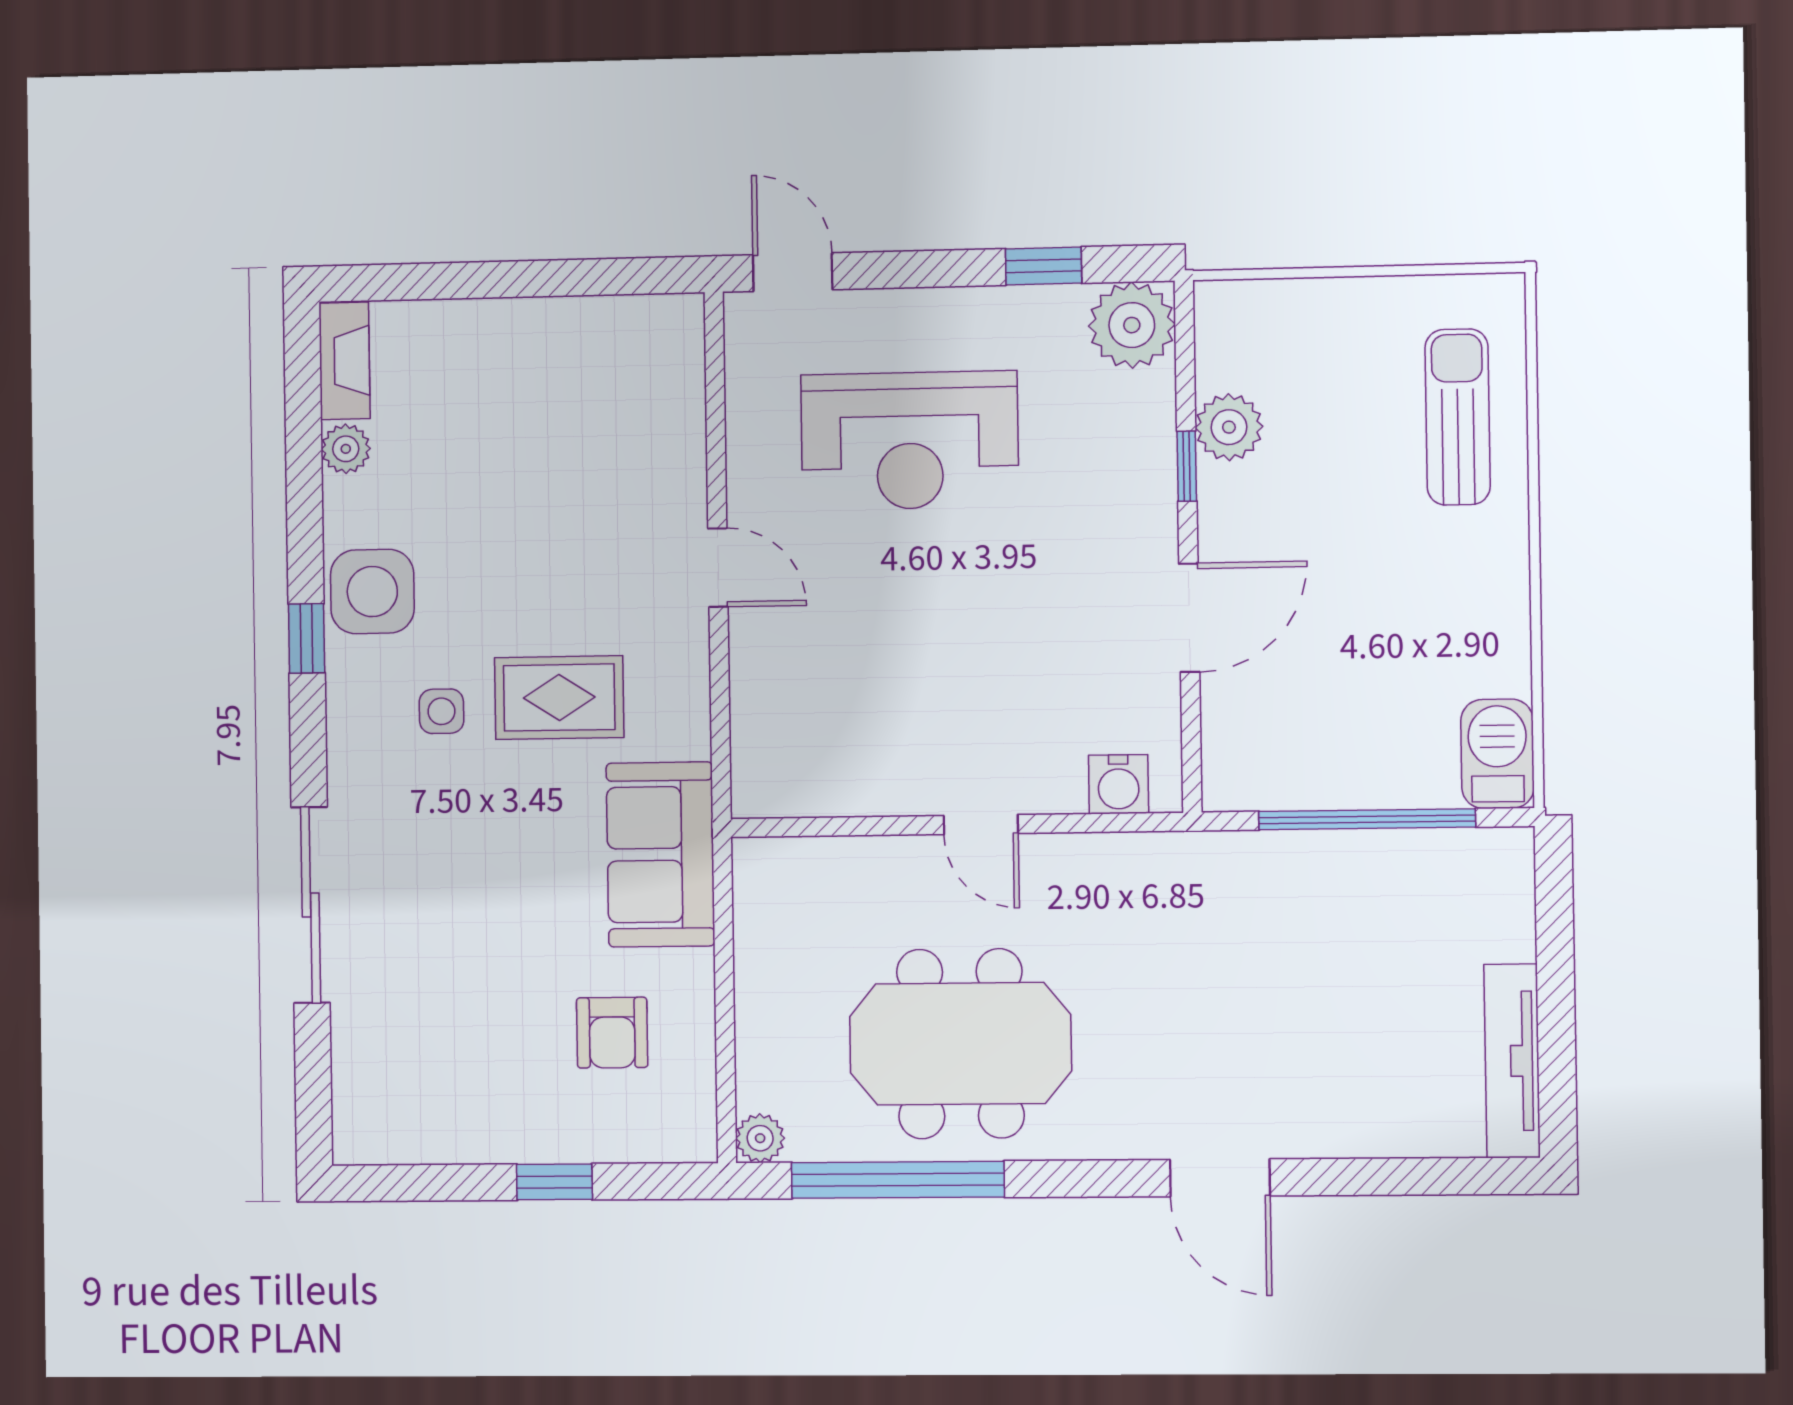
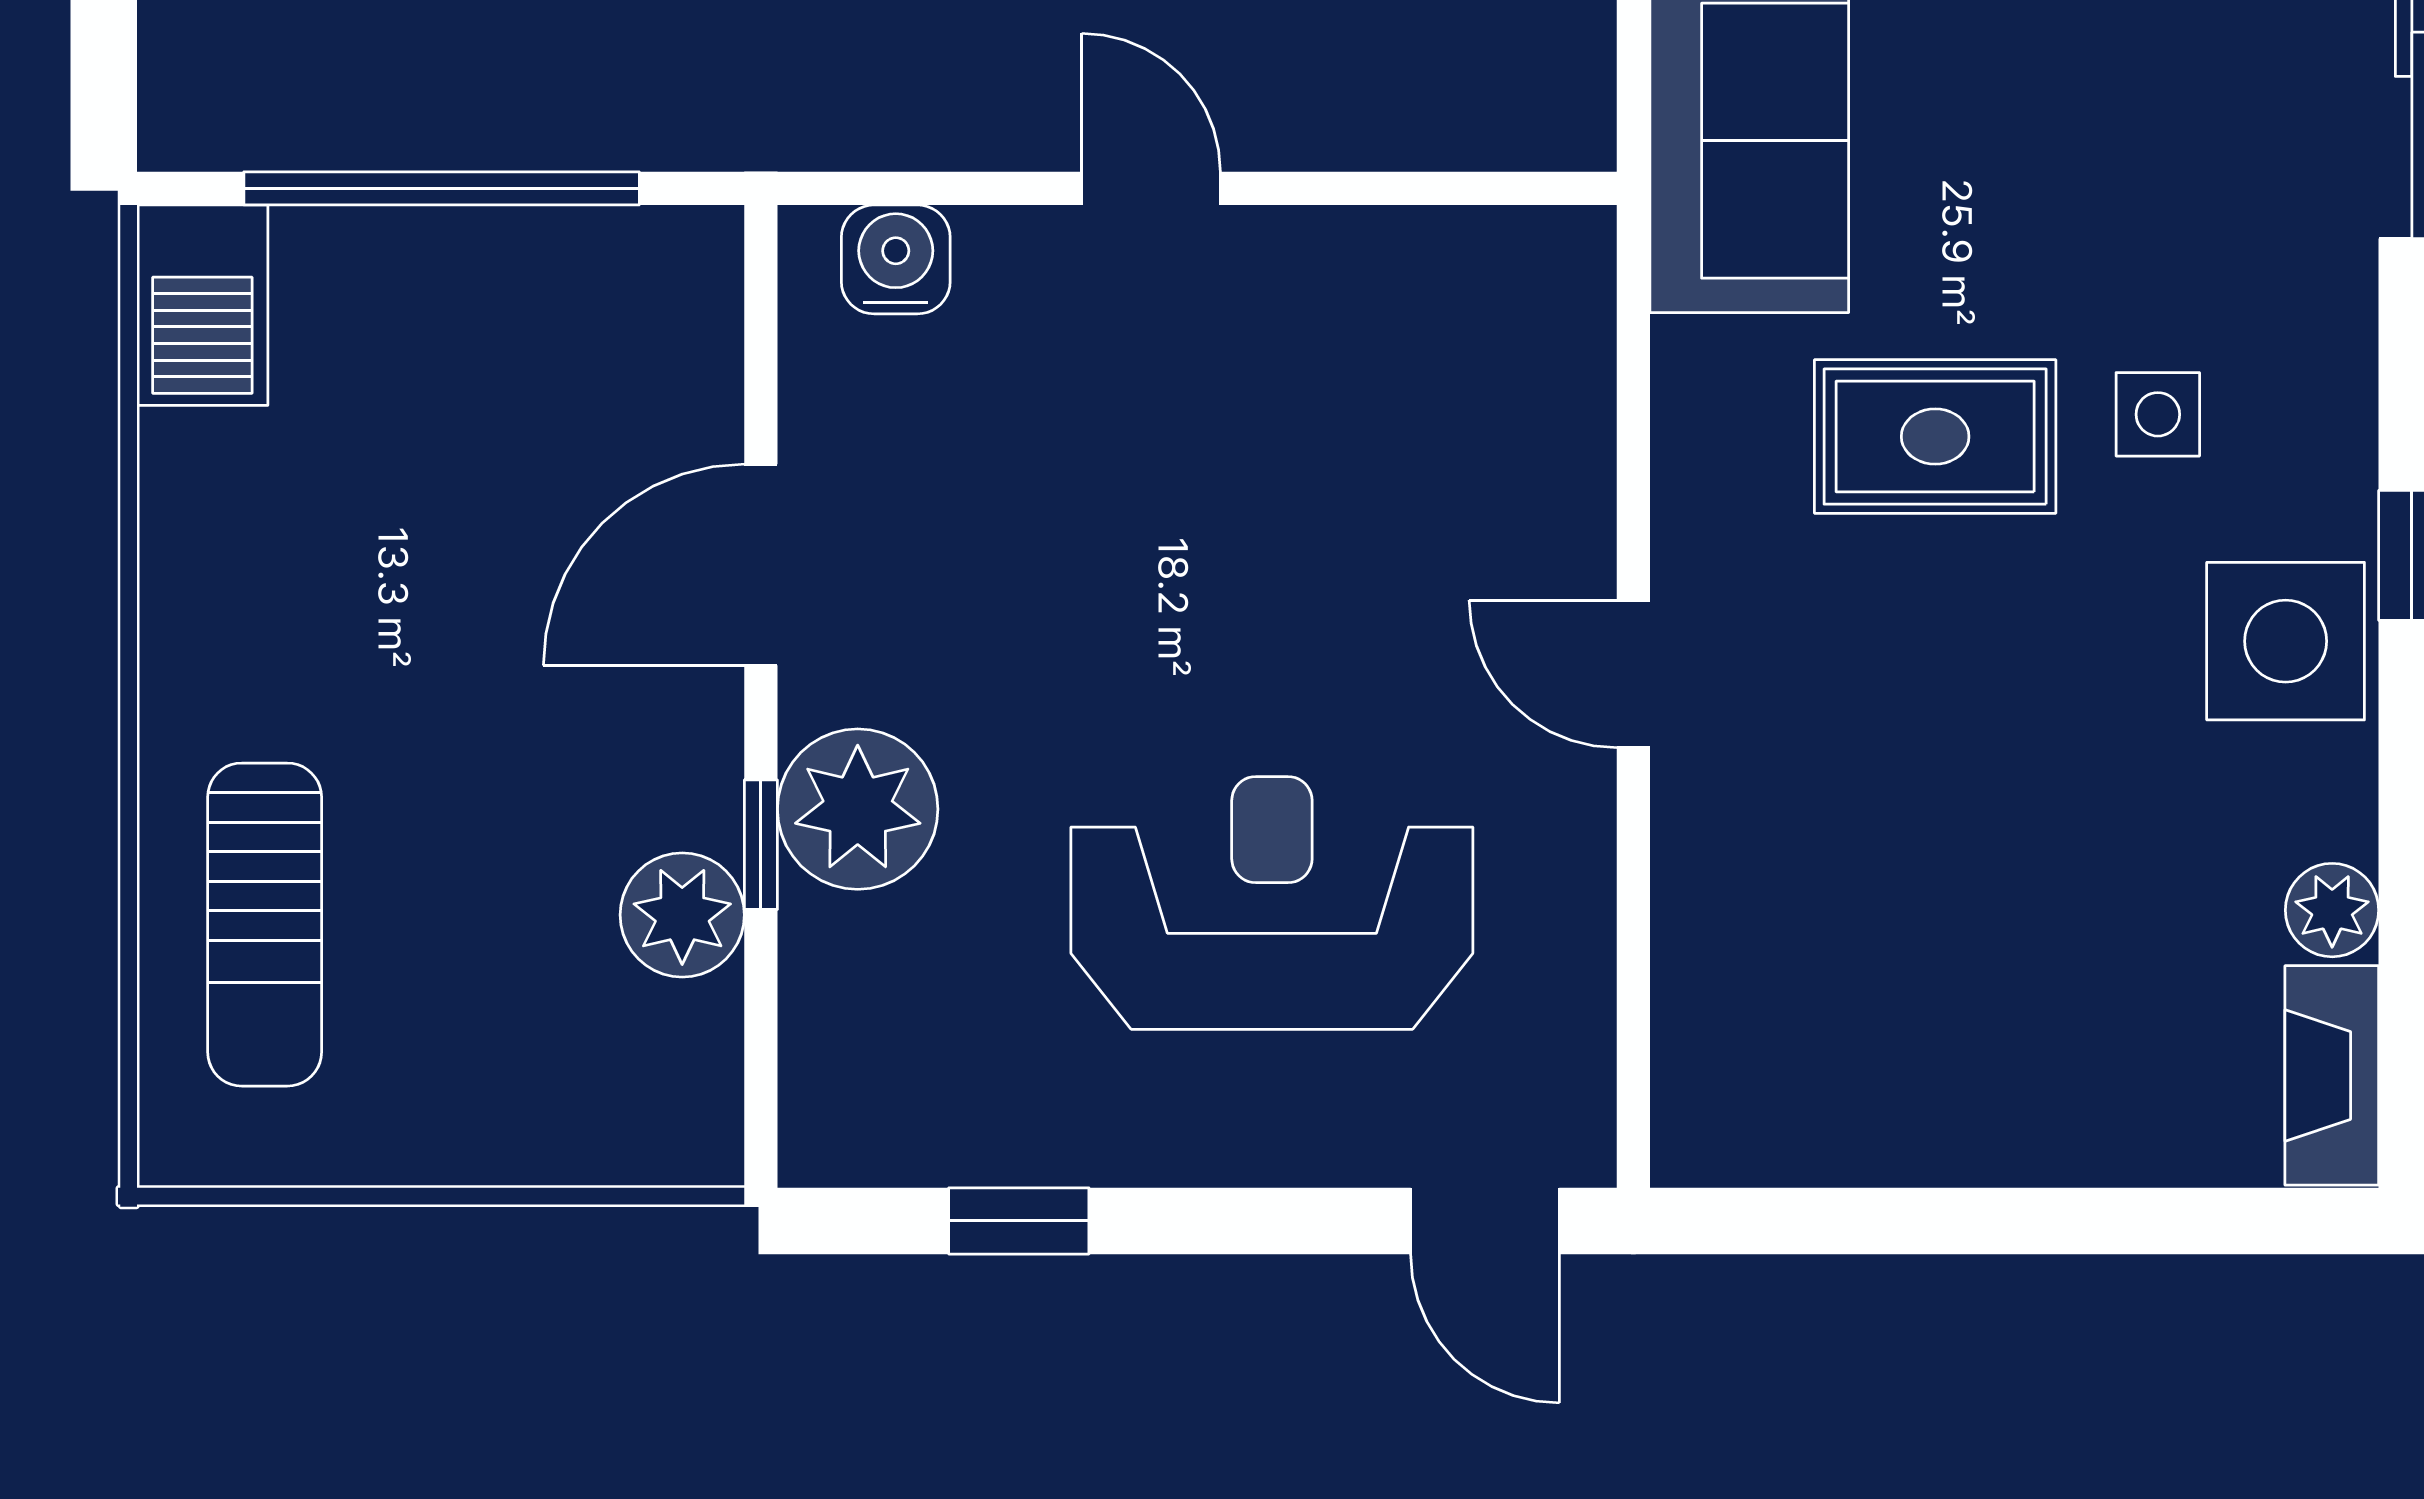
plant: (1132, 325) -> (858, 809), moved

